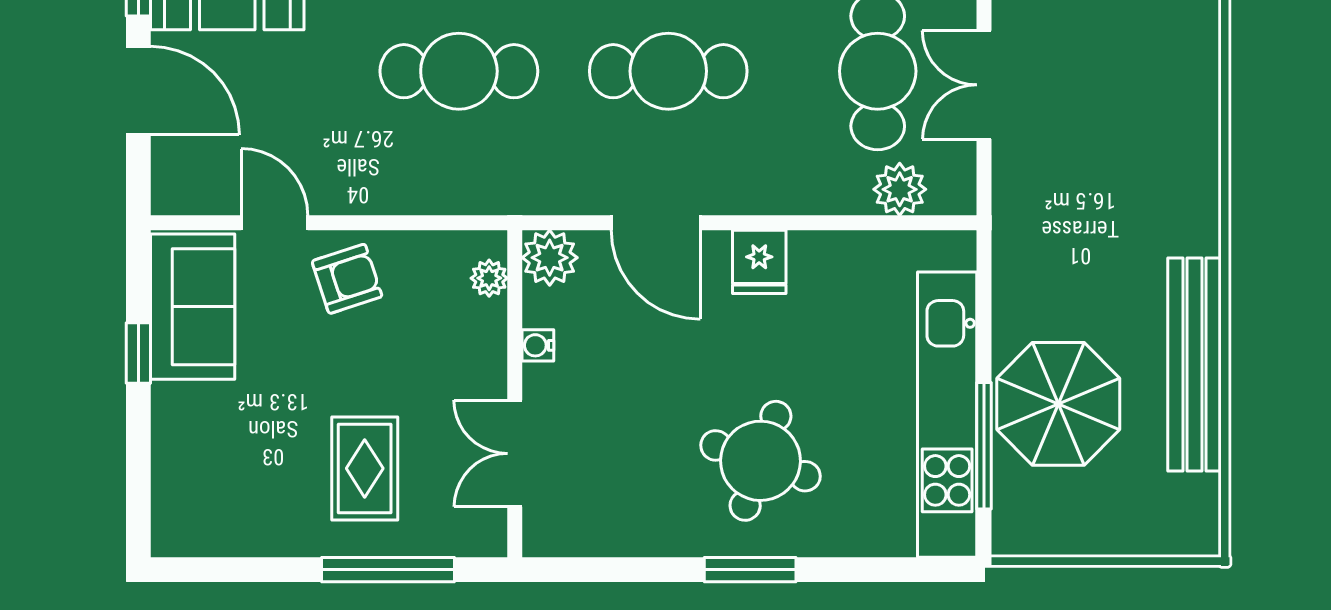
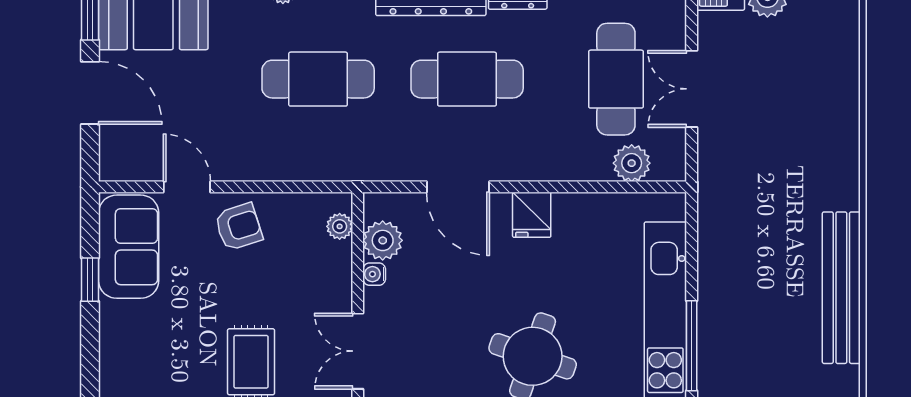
plant: (550, 258) -> (383, 240), moved
parasol: (1058, 404) -> (744, 316), removed

